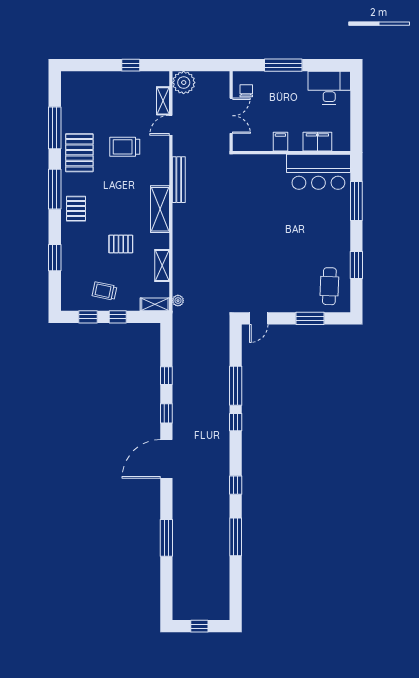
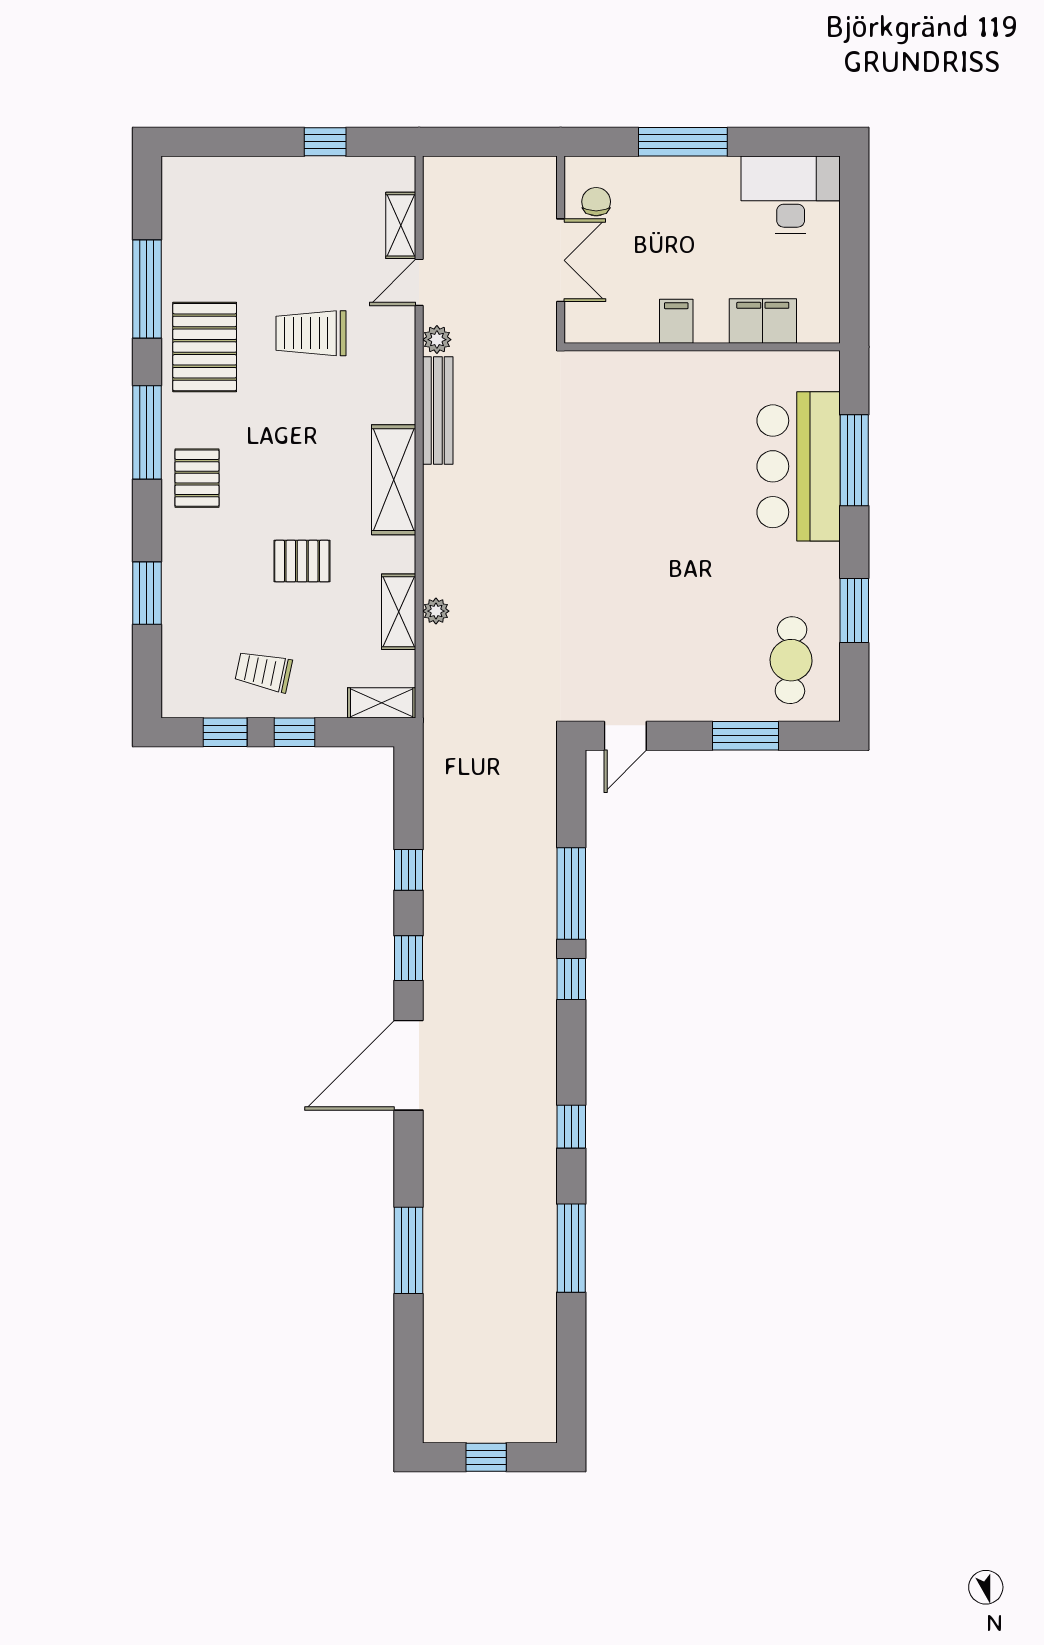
plant: (184, 83) -> (437, 340), moved, width x0.53, depth x0.53
bar counter: (318, 172) -> (799, 466), moved, turned 90
plant: (178, 301) -> (436, 611), moved

